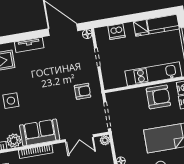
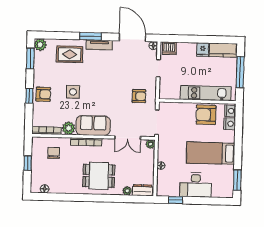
dishwasher: (116, 32) -> (169, 48), moved
window: (18, 37) -> (91, 36), added
armchair: (158, 97) -> (206, 115), turned 180

